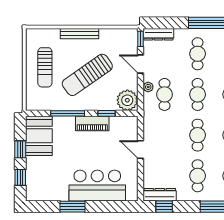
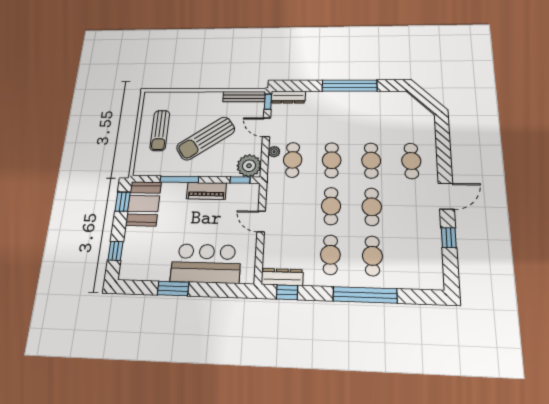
bench: (79, 34) -> (244, 97), moved
cafe table: (198, 54) -> (332, 117), removed
window: (107, 113) -> (240, 180), moved
window: (20, 149) -> (123, 202), moved

